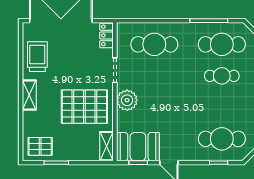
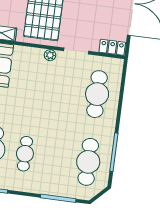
cafe table: (222, 76) -> (25, 154), moved
plant: (127, 100) -> (50, 55), width x0.53, depth x0.53

